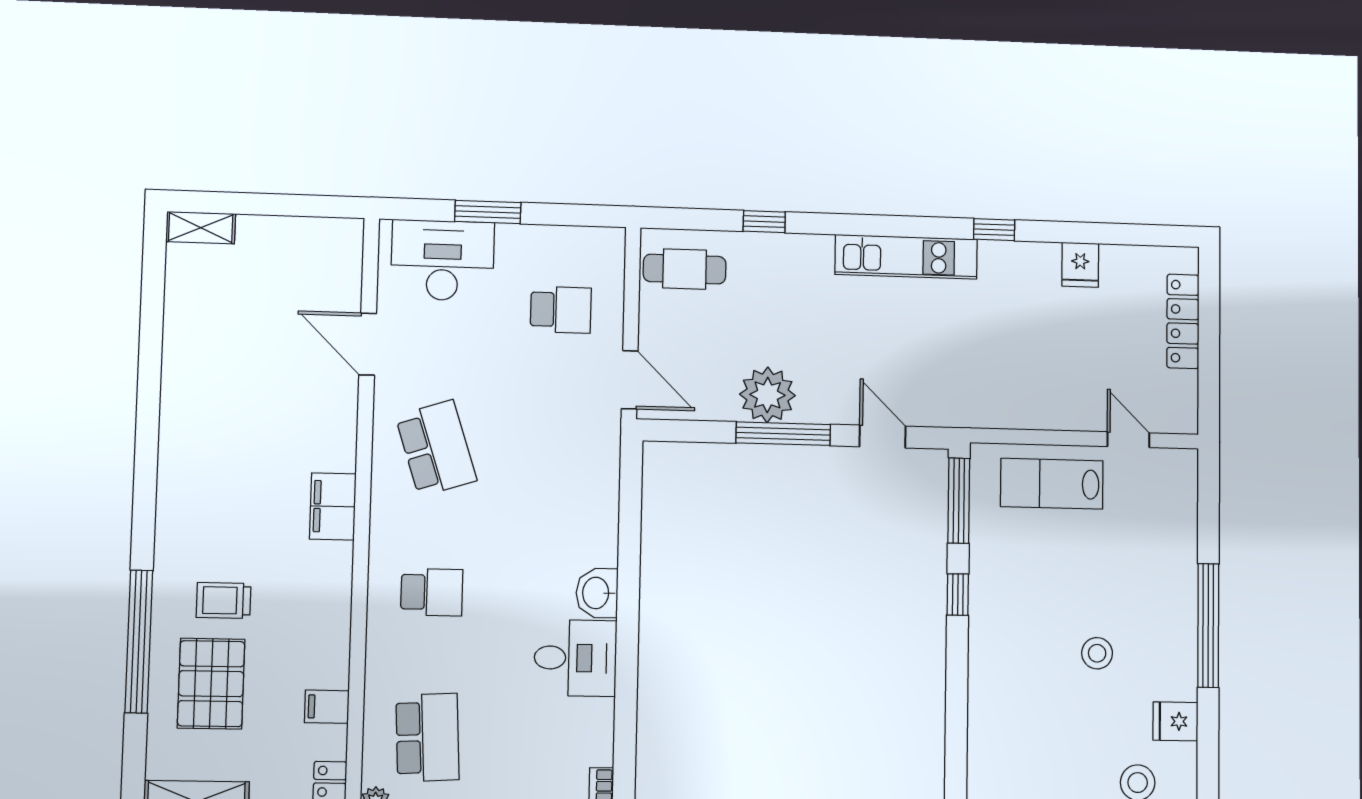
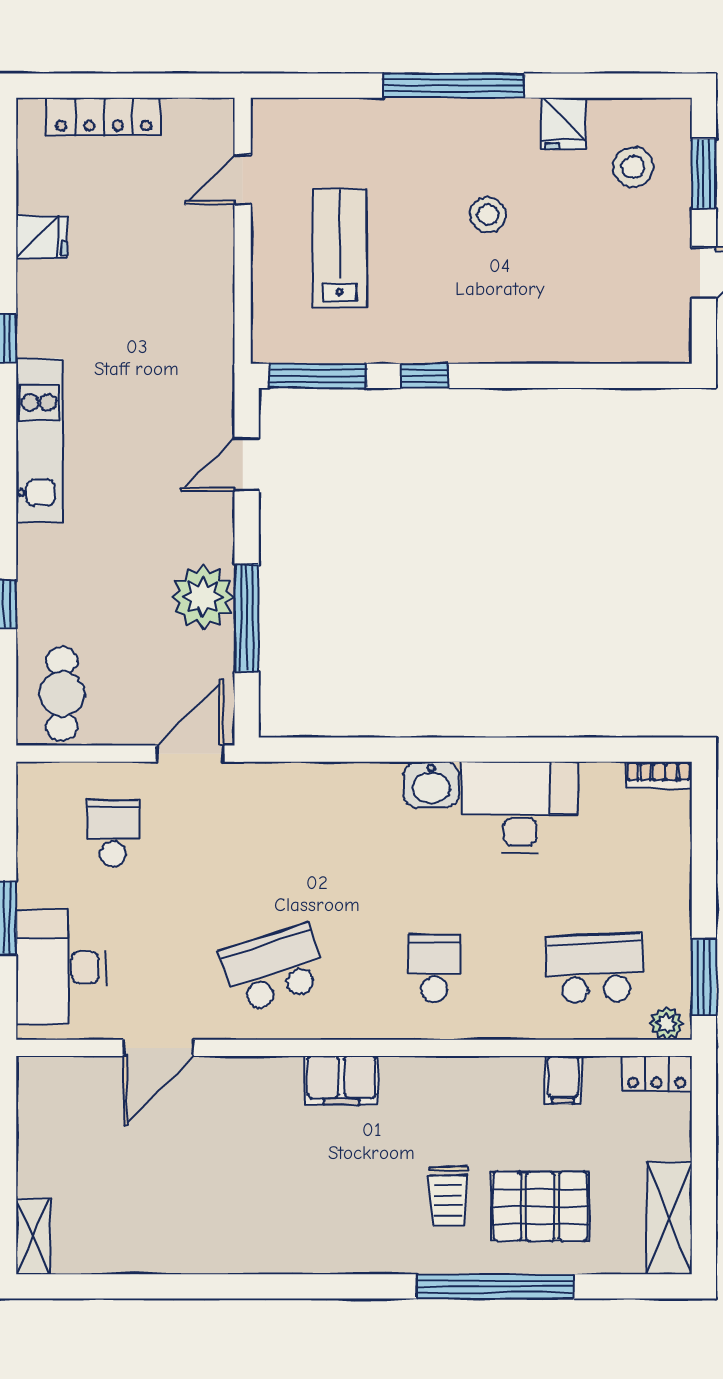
window: (783, 434) -> (247, 618), moved
lab bench: (1052, 484) -> (340, 248), moved, turned 180
desk: (575, 658) -> (520, 807), width x1.37

